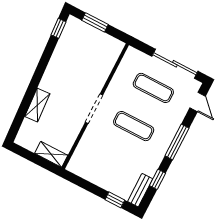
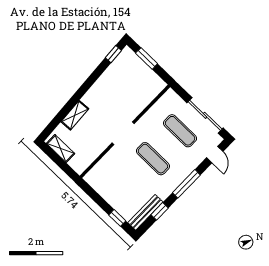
shelving: (51, 154) -> (61, 149), moved
bench: (140, 190) -> (145, 212), width x1.36

